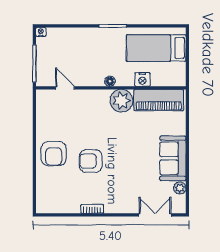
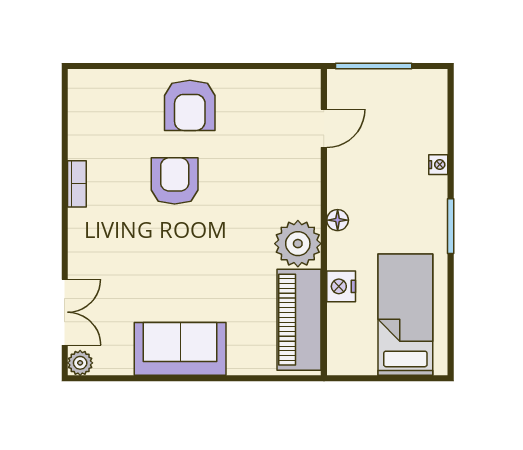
nightstand: (41, 32) -> (438, 165), moved
armchair: (54, 154) -> (190, 105), turned -90
plant: (180, 188) -> (80, 363), moved

